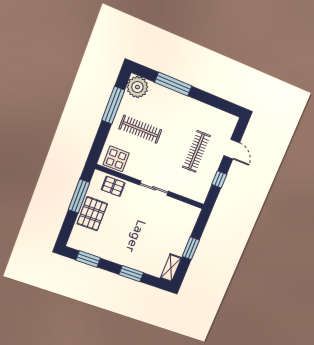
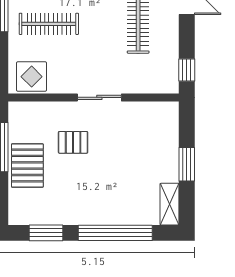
window: (219, 179) -> (187, 70), moved
pallet: (113, 186) -> (73, 142), moved
window: (131, 274) -> (115, 233), width x2.11

